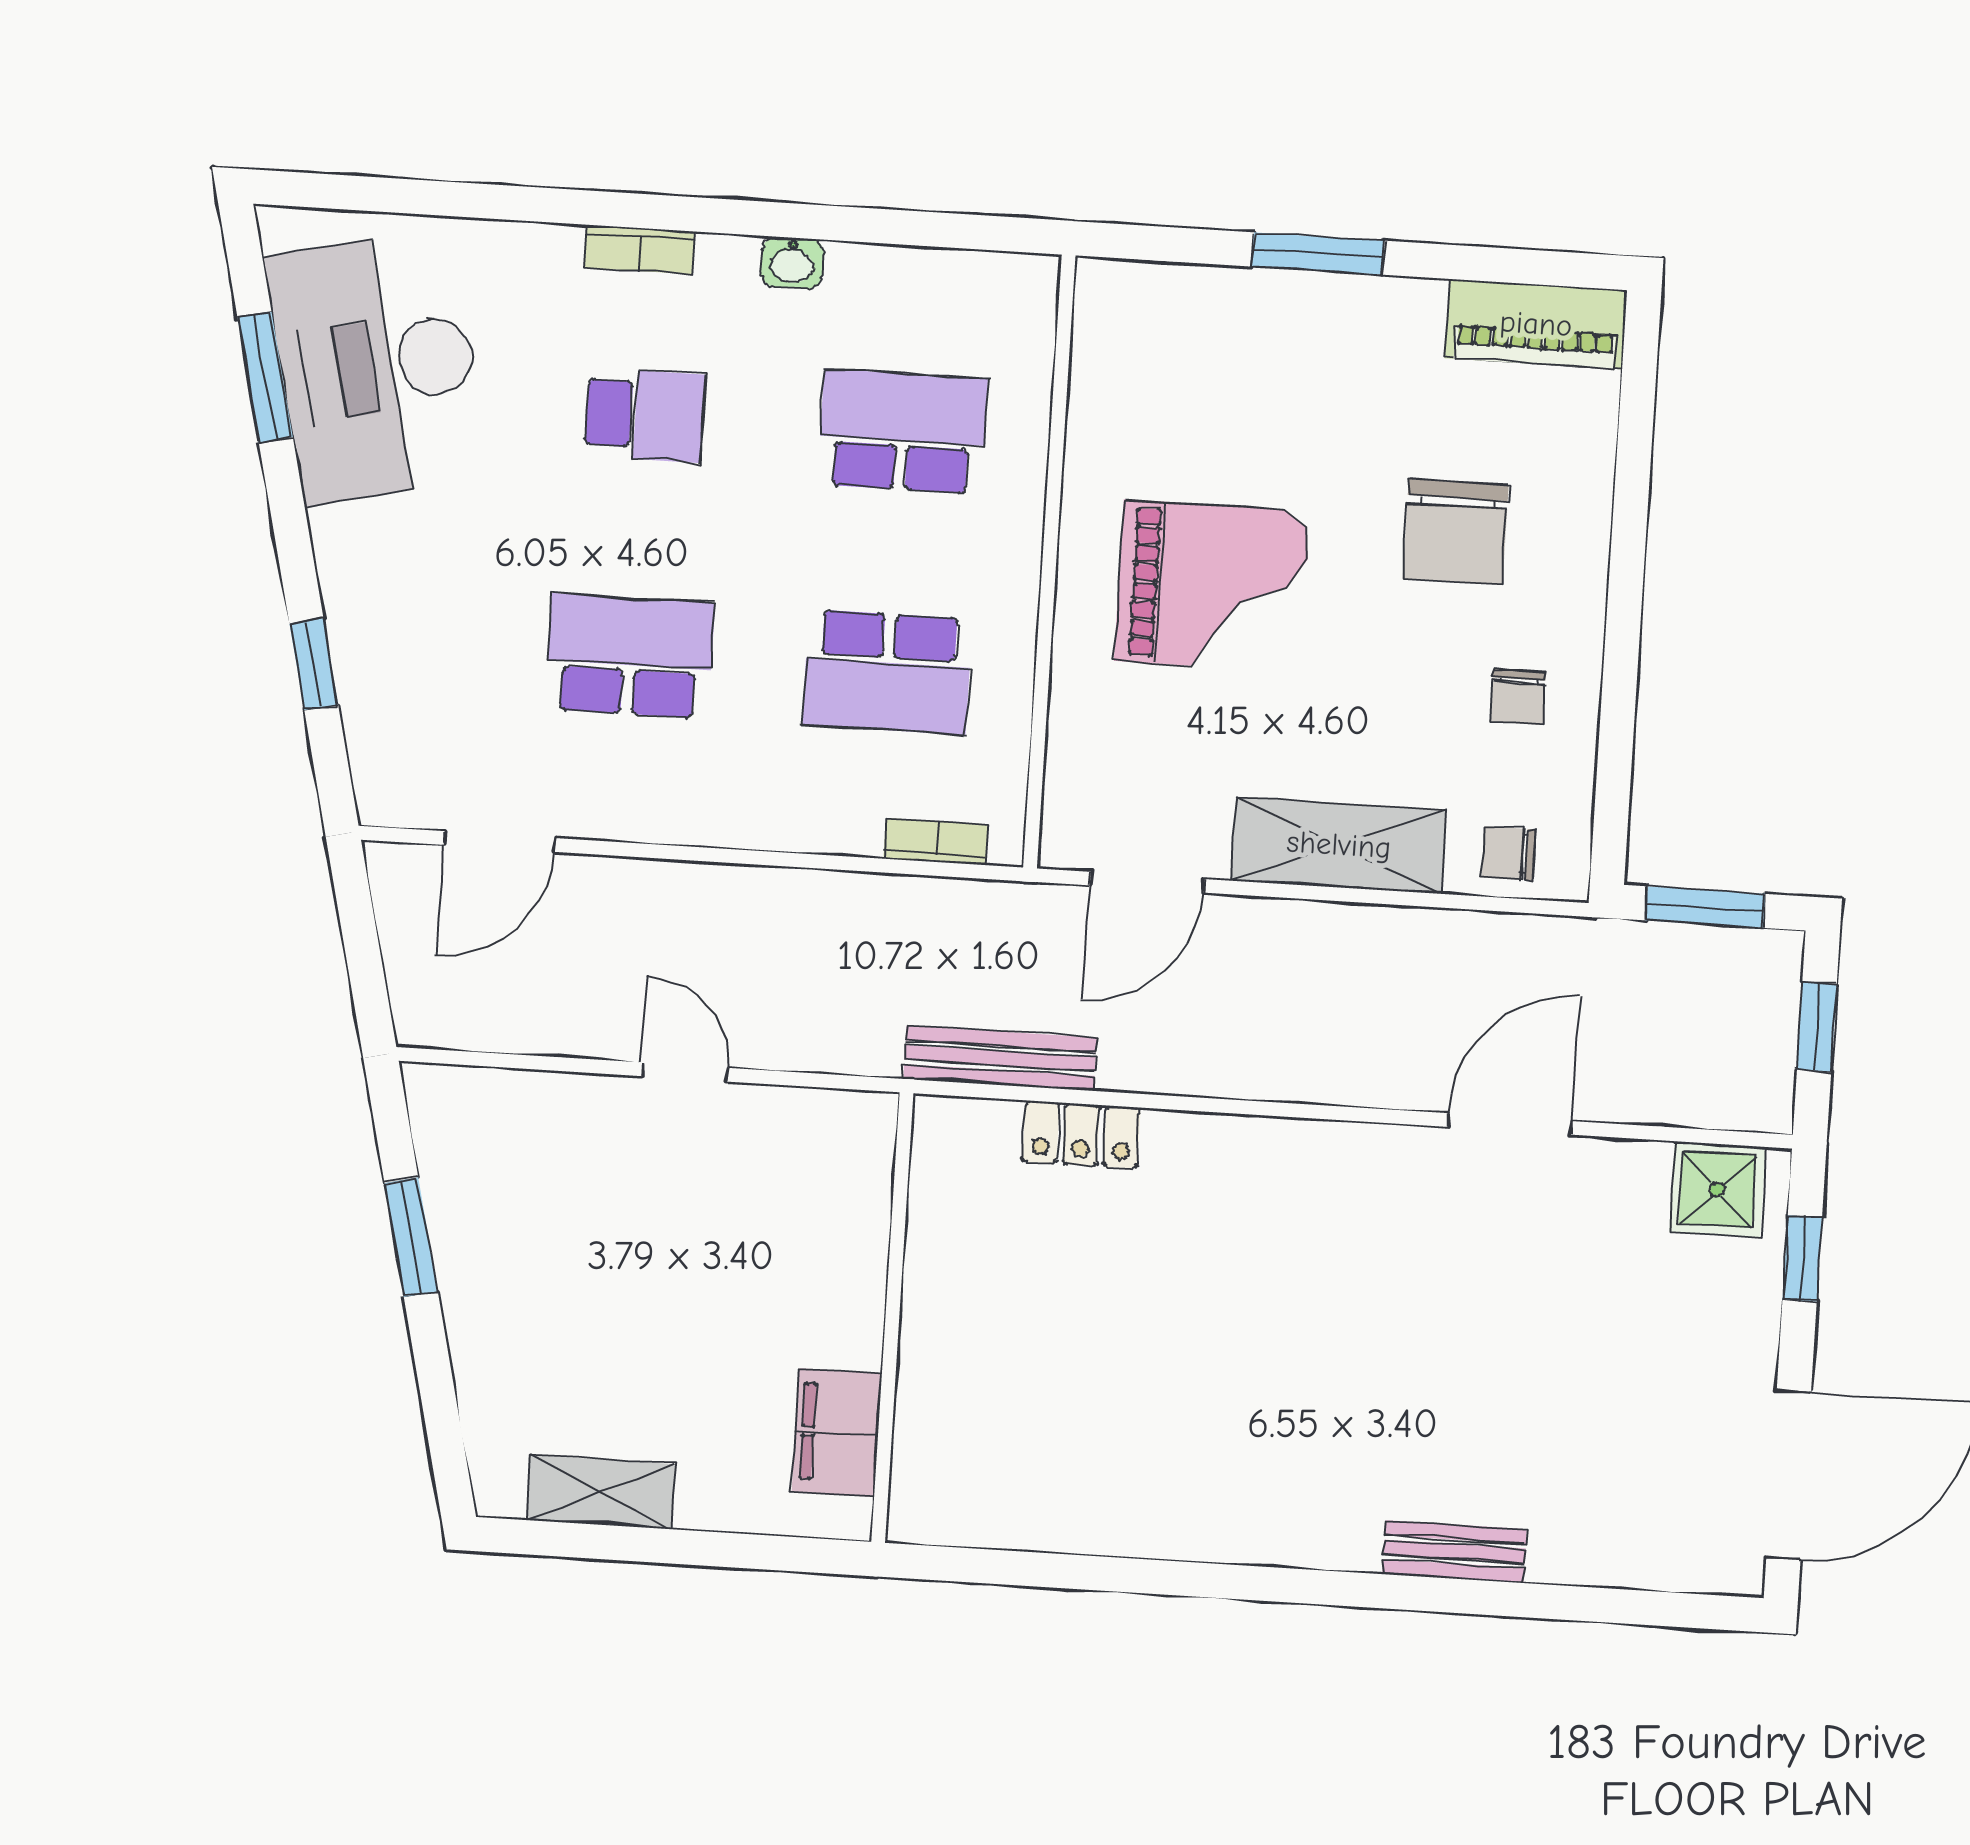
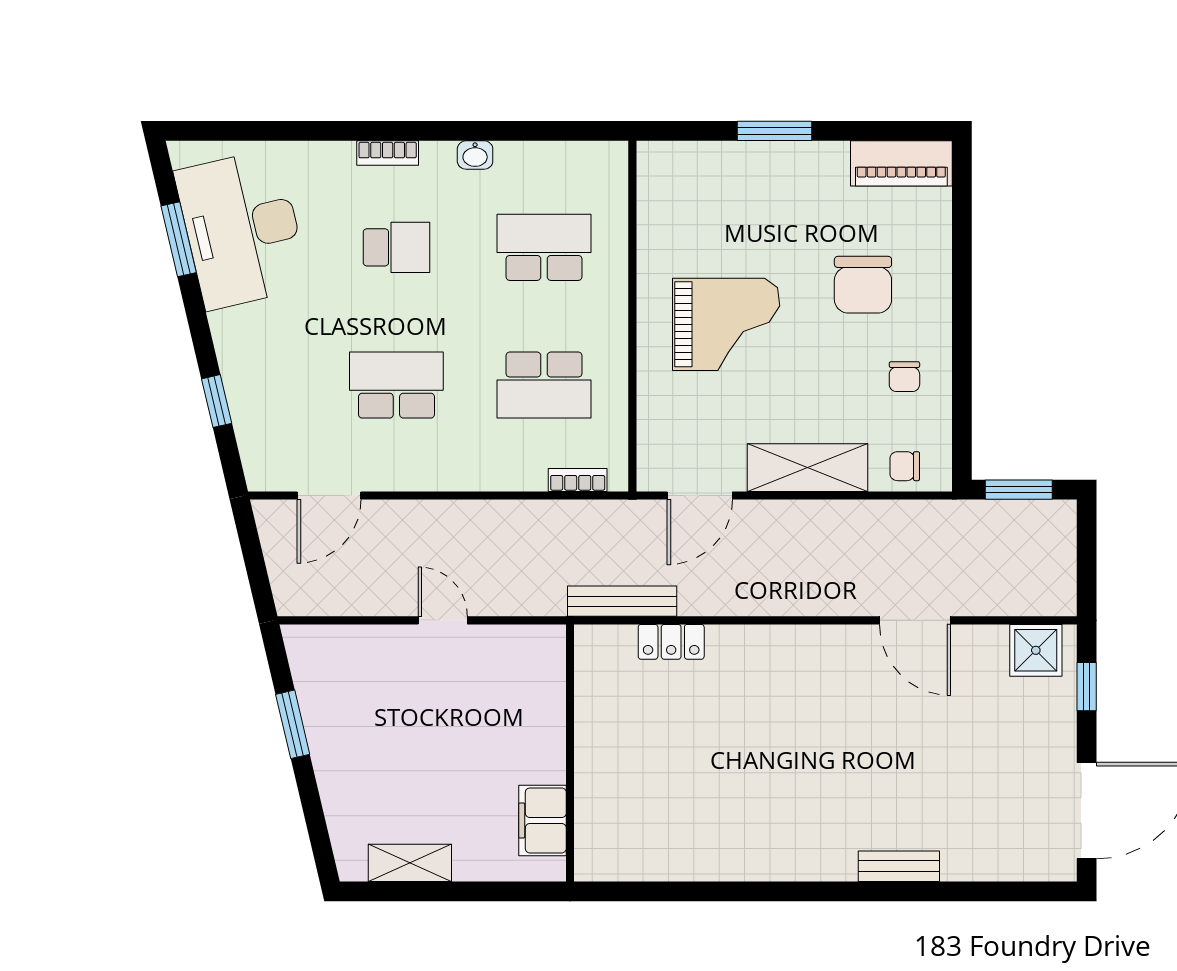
window: (1817, 1027) -> (1087, 554), removed
door: (1510, 1124) -> (915, 620), swing flipped

